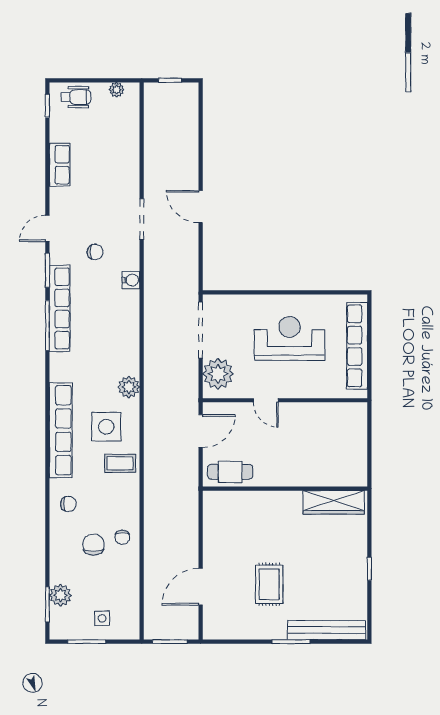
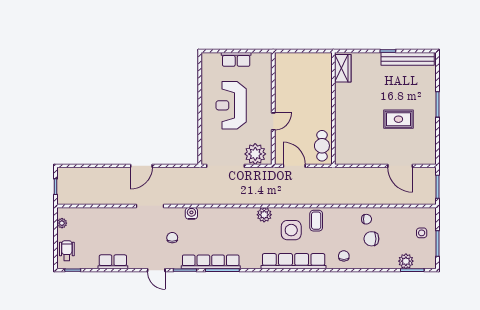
row of seats: (357, 346) -> (236, 59), width x0.50
wardrobe: (334, 502) -> (343, 68), width x0.67
bench: (327, 630) -> (408, 59), moved, turned 90

